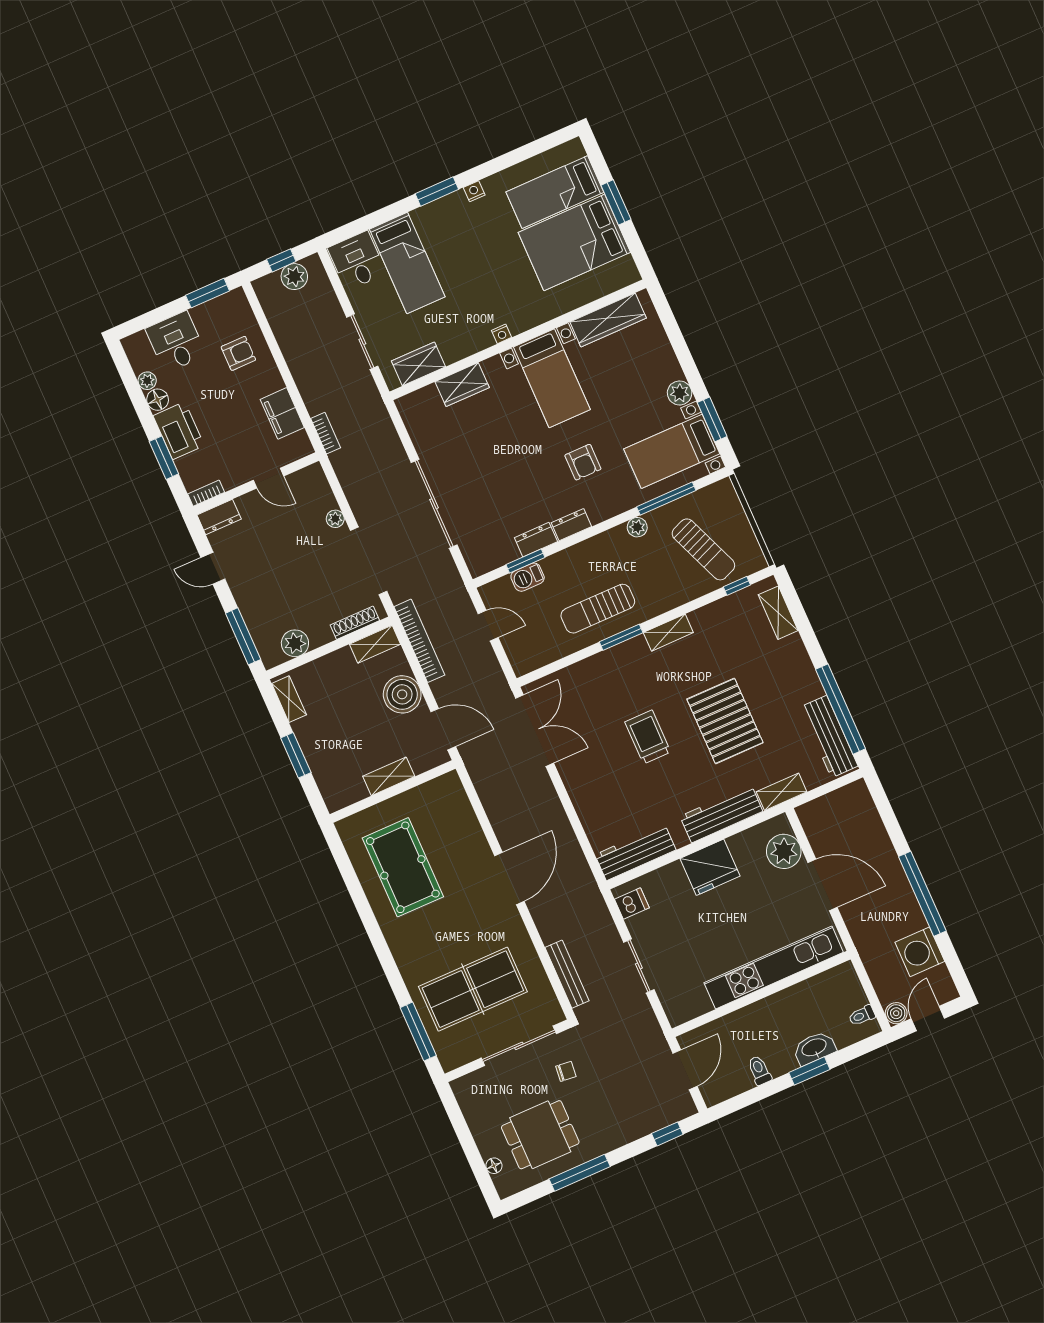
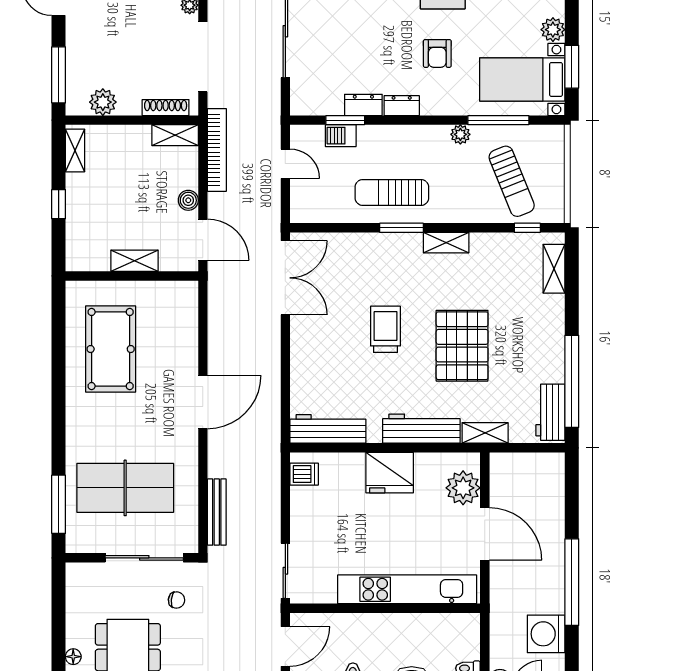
boiler: (402, 694) -> (188, 200), width x0.54, depth x0.54
workbench: (829, 737) -> (550, 412), width x0.73
window: (296, 755) -> (59, 204), width x0.67
sliding door: (639, 966) -> (285, 571), moved

